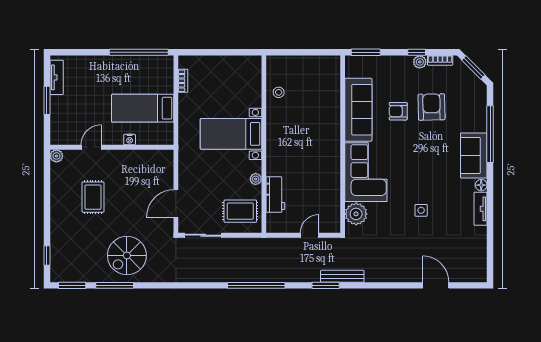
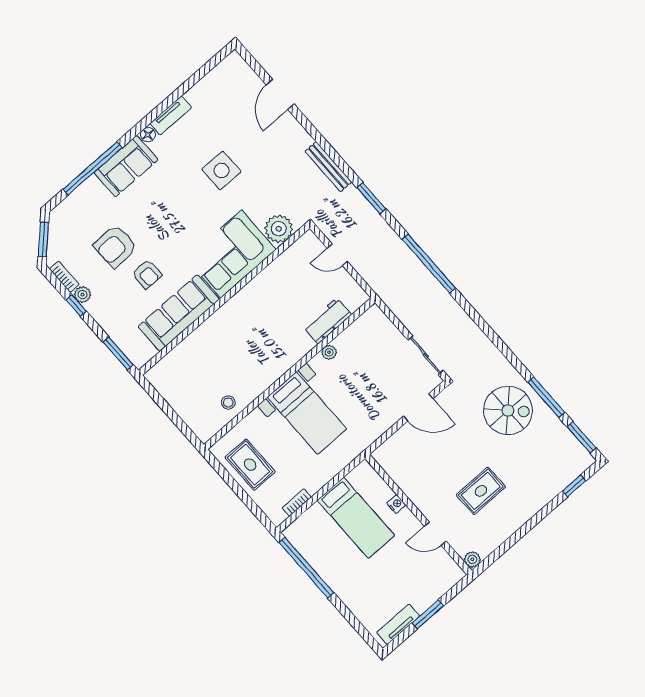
side table: (421, 210) -> (221, 170), width x1.87, depth x1.87
rug: (240, 211) -> (250, 465), moved
bench: (342, 276) -> (328, 167), moved

